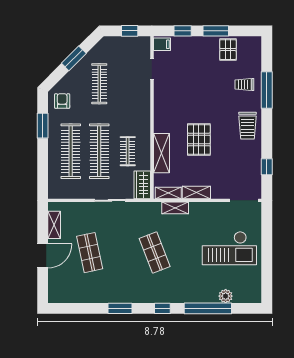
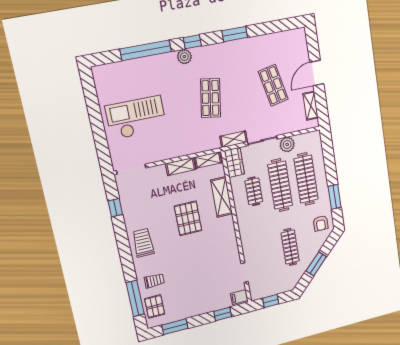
window: (216, 31) -> (175, 327), moved
pallet: (228, 50) -> (155, 306), moved
window: (267, 90) -> (135, 298), moved
plant: (85, 191) -> (287, 144), added
shelving: (175, 208) -> (234, 139), moved
shop shelf: (155, 253) -> (210, 98), turned 30
plant: (226, 296) -> (184, 57), moved

